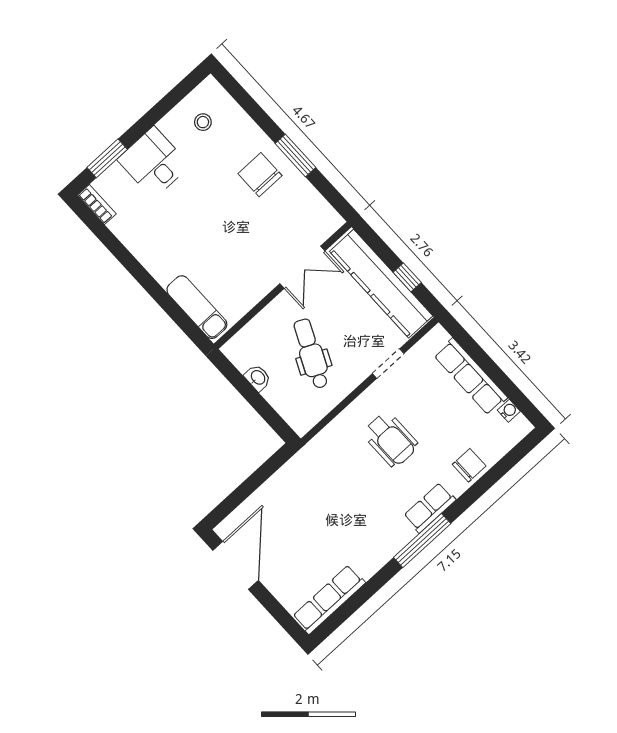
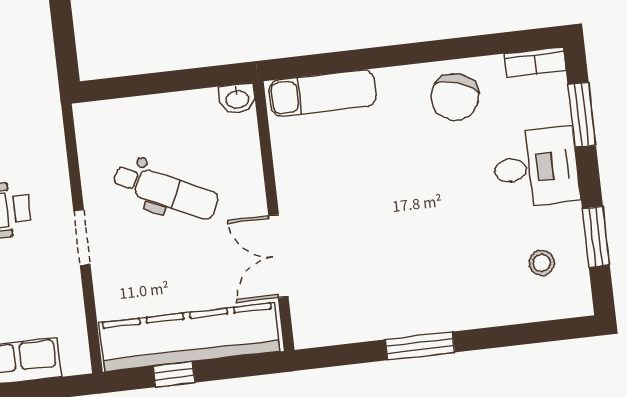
window: (168, 103) -> (596, 237), added
chair: (260, 175) -> (455, 97), moved, turned 108
doorway: (388, 364) -> (82, 237), moved
washbasin: (258, 378) -> (237, 99), moved

